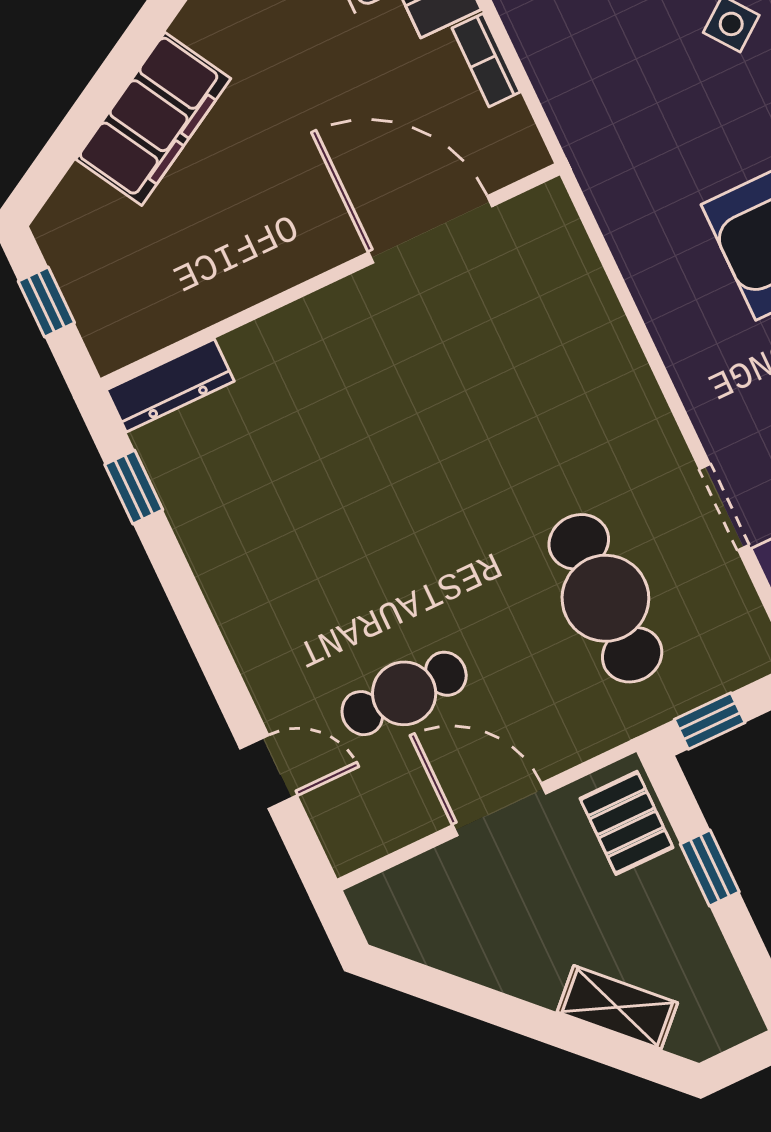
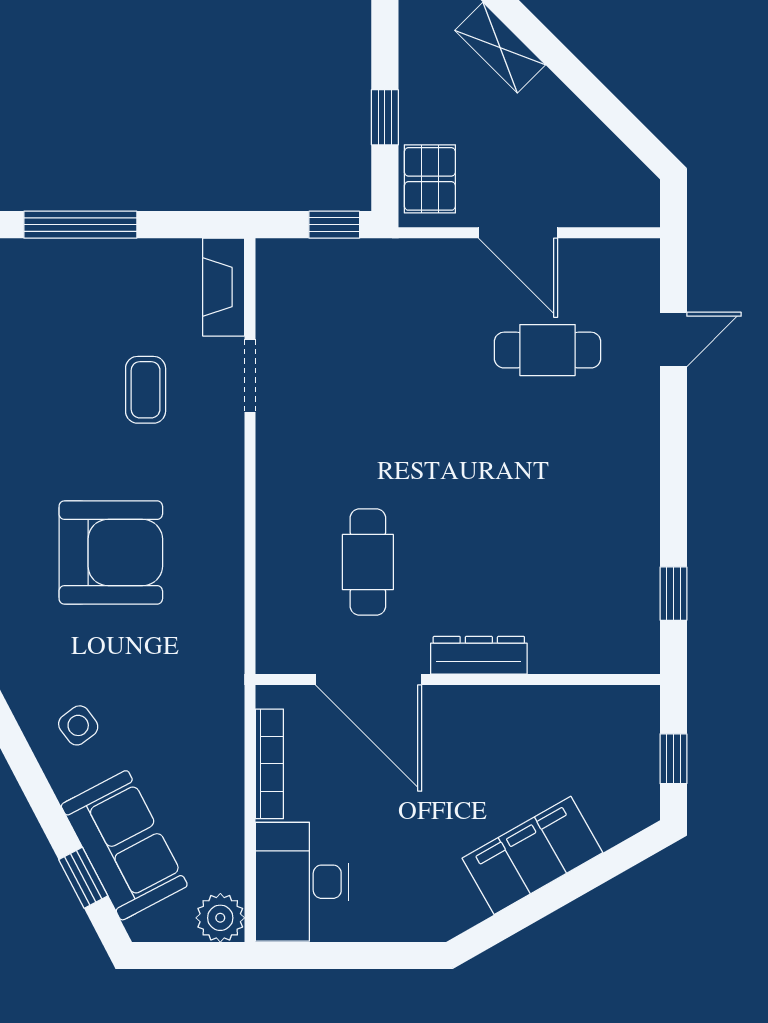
bookcase: (486, 60) -> (269, 764), width x1.56
dresser: (170, 385) -> (479, 655), moved
cafe table: (605, 598) -> (368, 562), moved, width x0.73, depth x0.74
door: (269, 772) -> (673, 339), swing flipped

